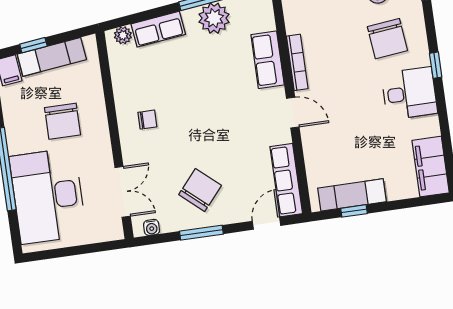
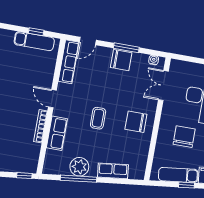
plant: (123, 35) -> (134, 174), removed
coffee table: (210, 105) -> (98, 118), added
chair: (147, 120) -> (136, 122), width x1.87, depth x1.87
chair: (200, 190) -> (121, 60), moved, turned -131

